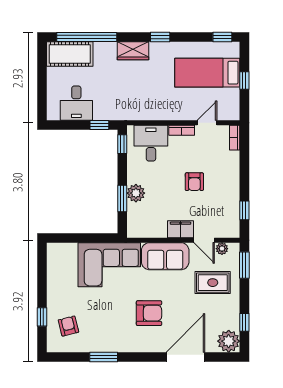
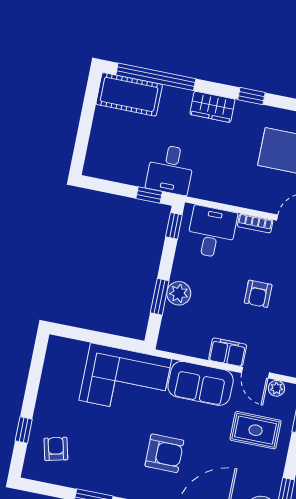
desk: (76, 103) -> (170, 169), moved

